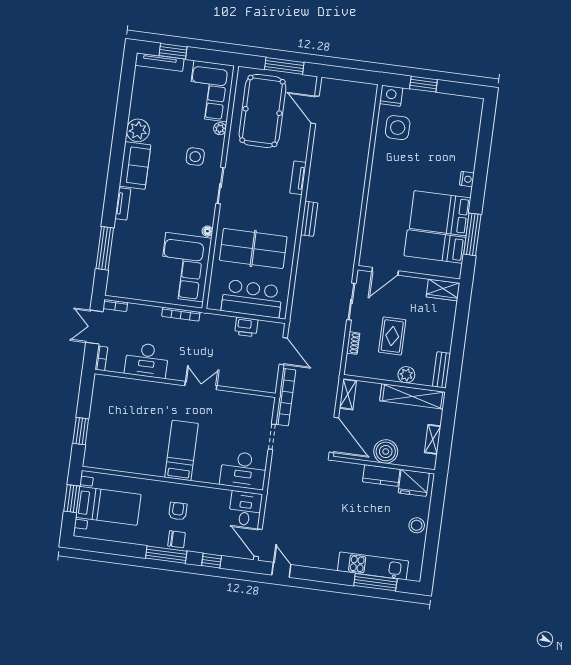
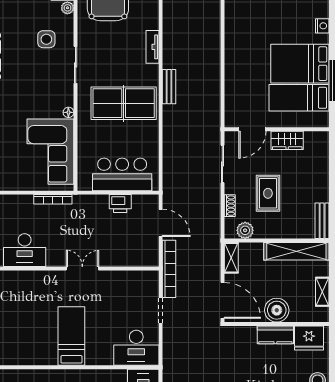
table tennis table: (253, 248) -> (124, 103), moved
wardrobe: (443, 290) -> (287, 140), moved
plant: (406, 375) -> (245, 230), moved

